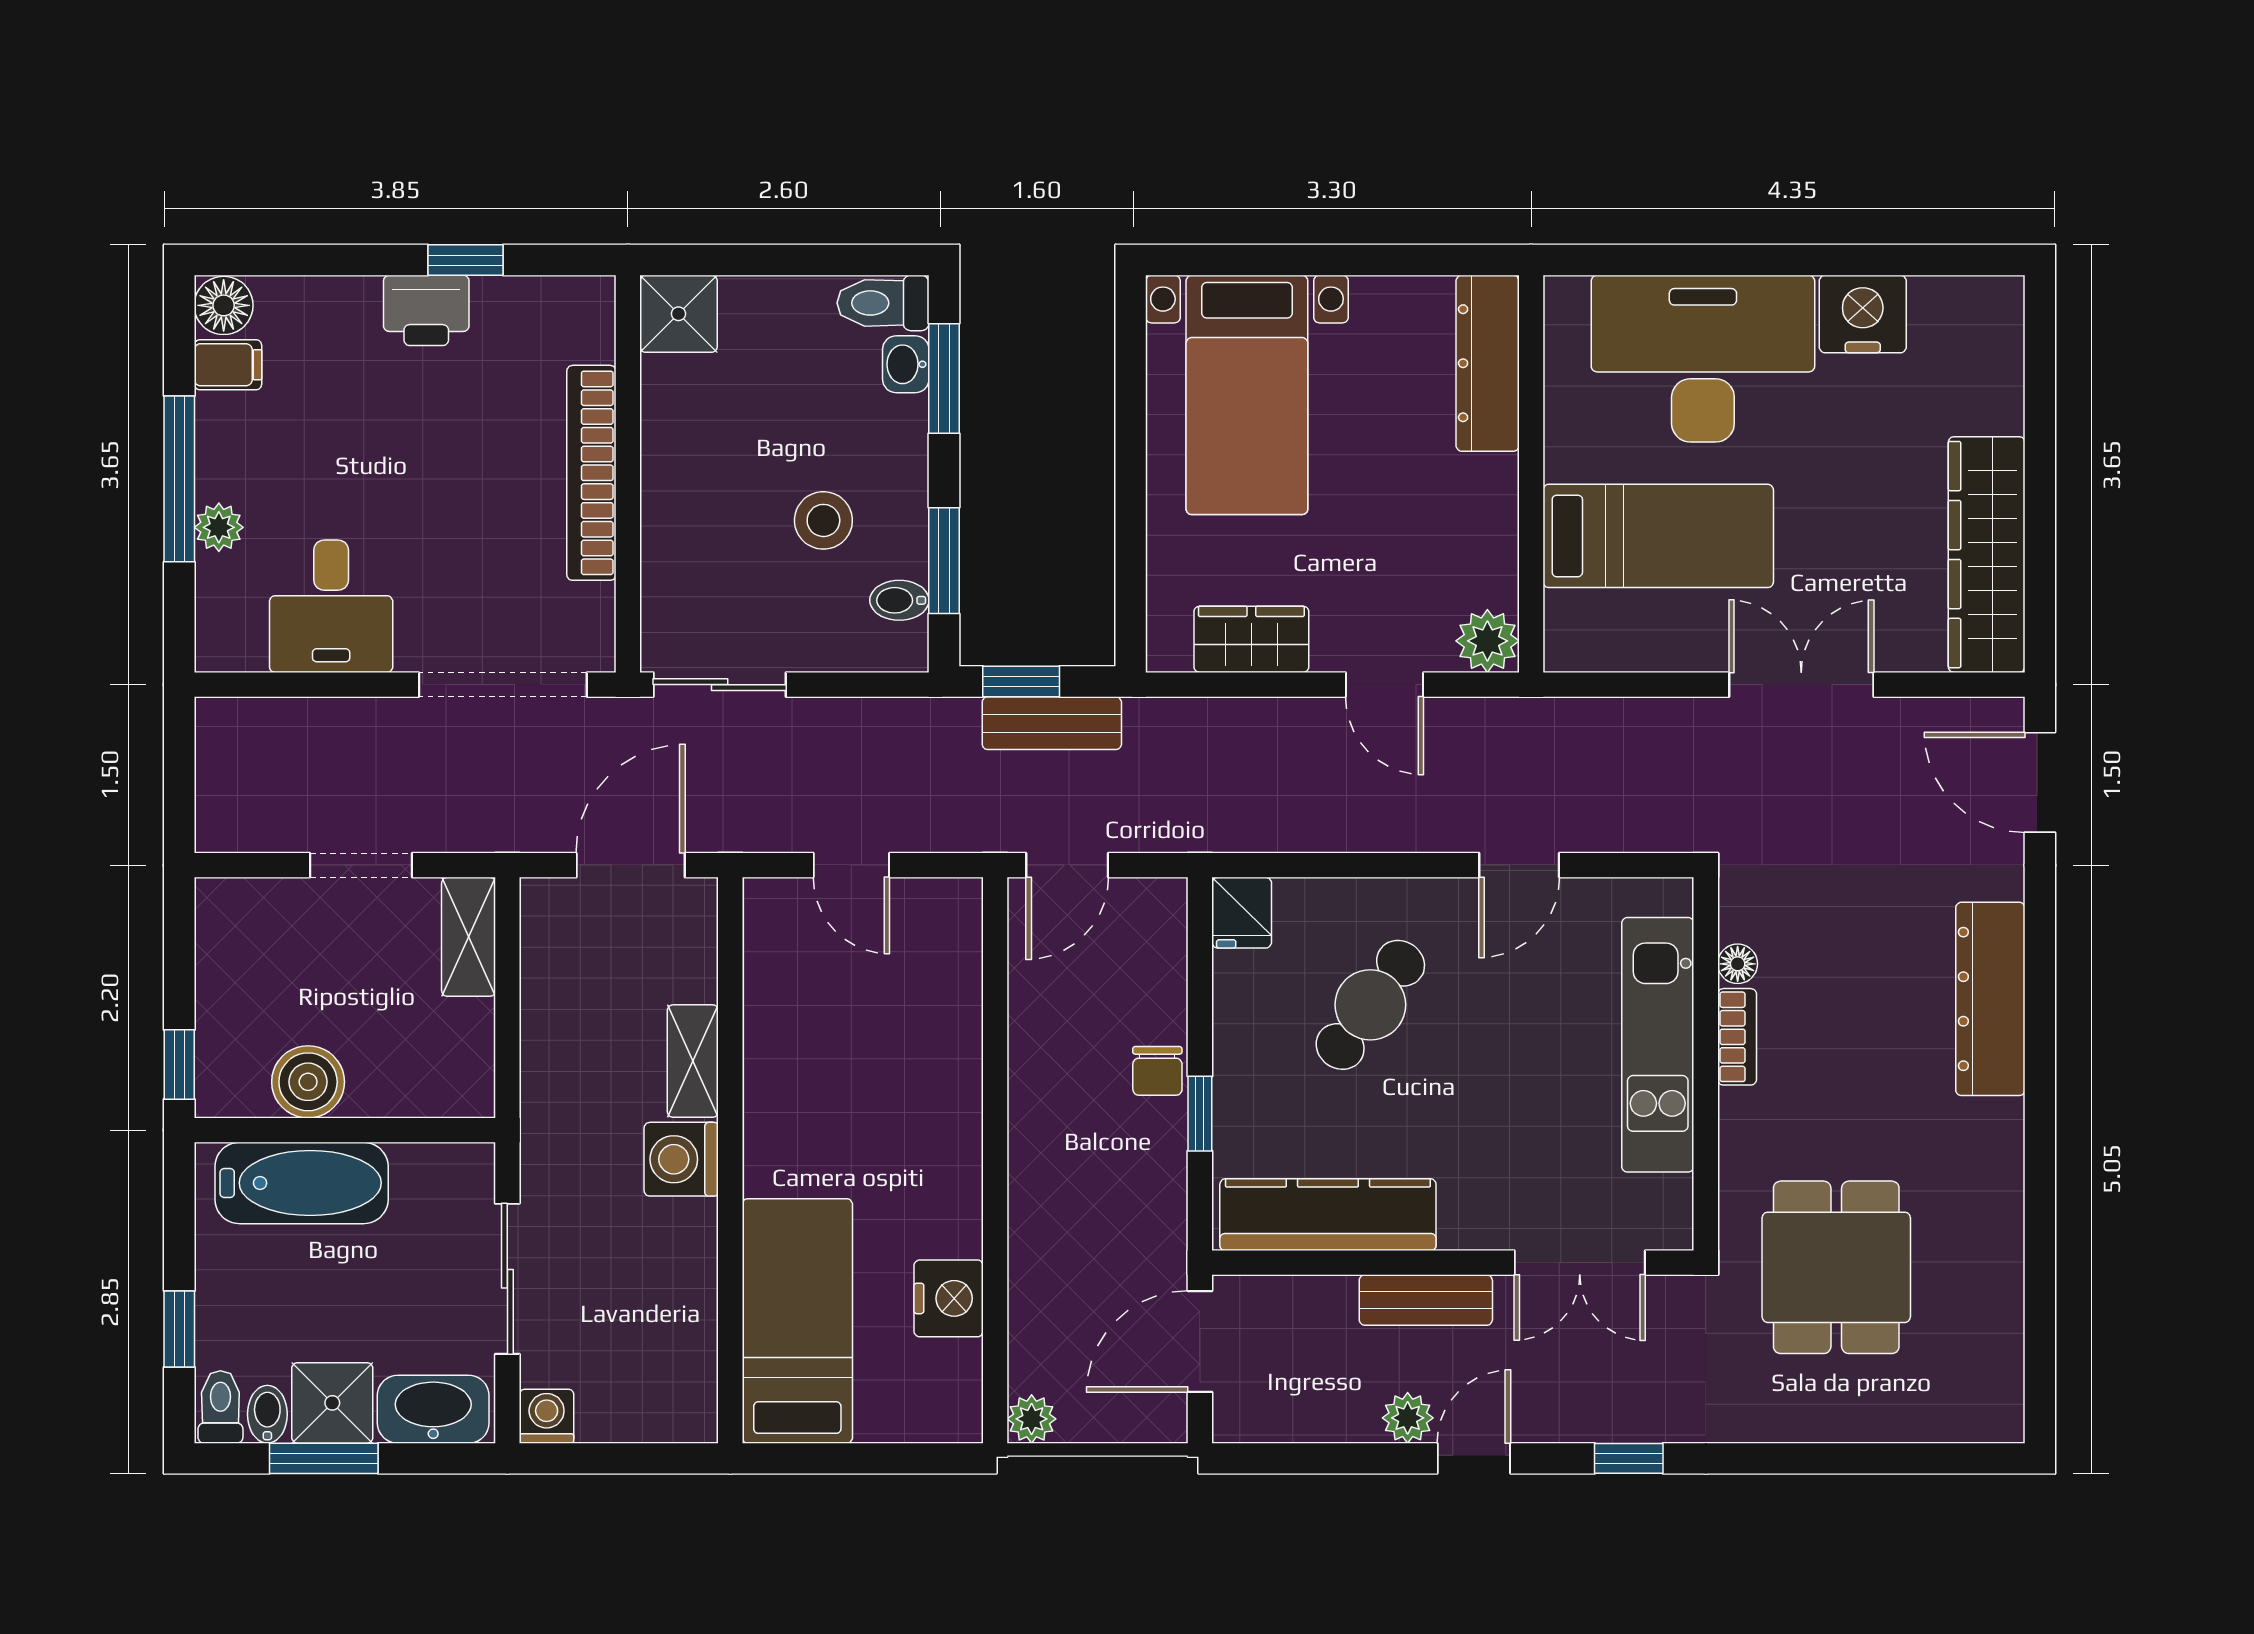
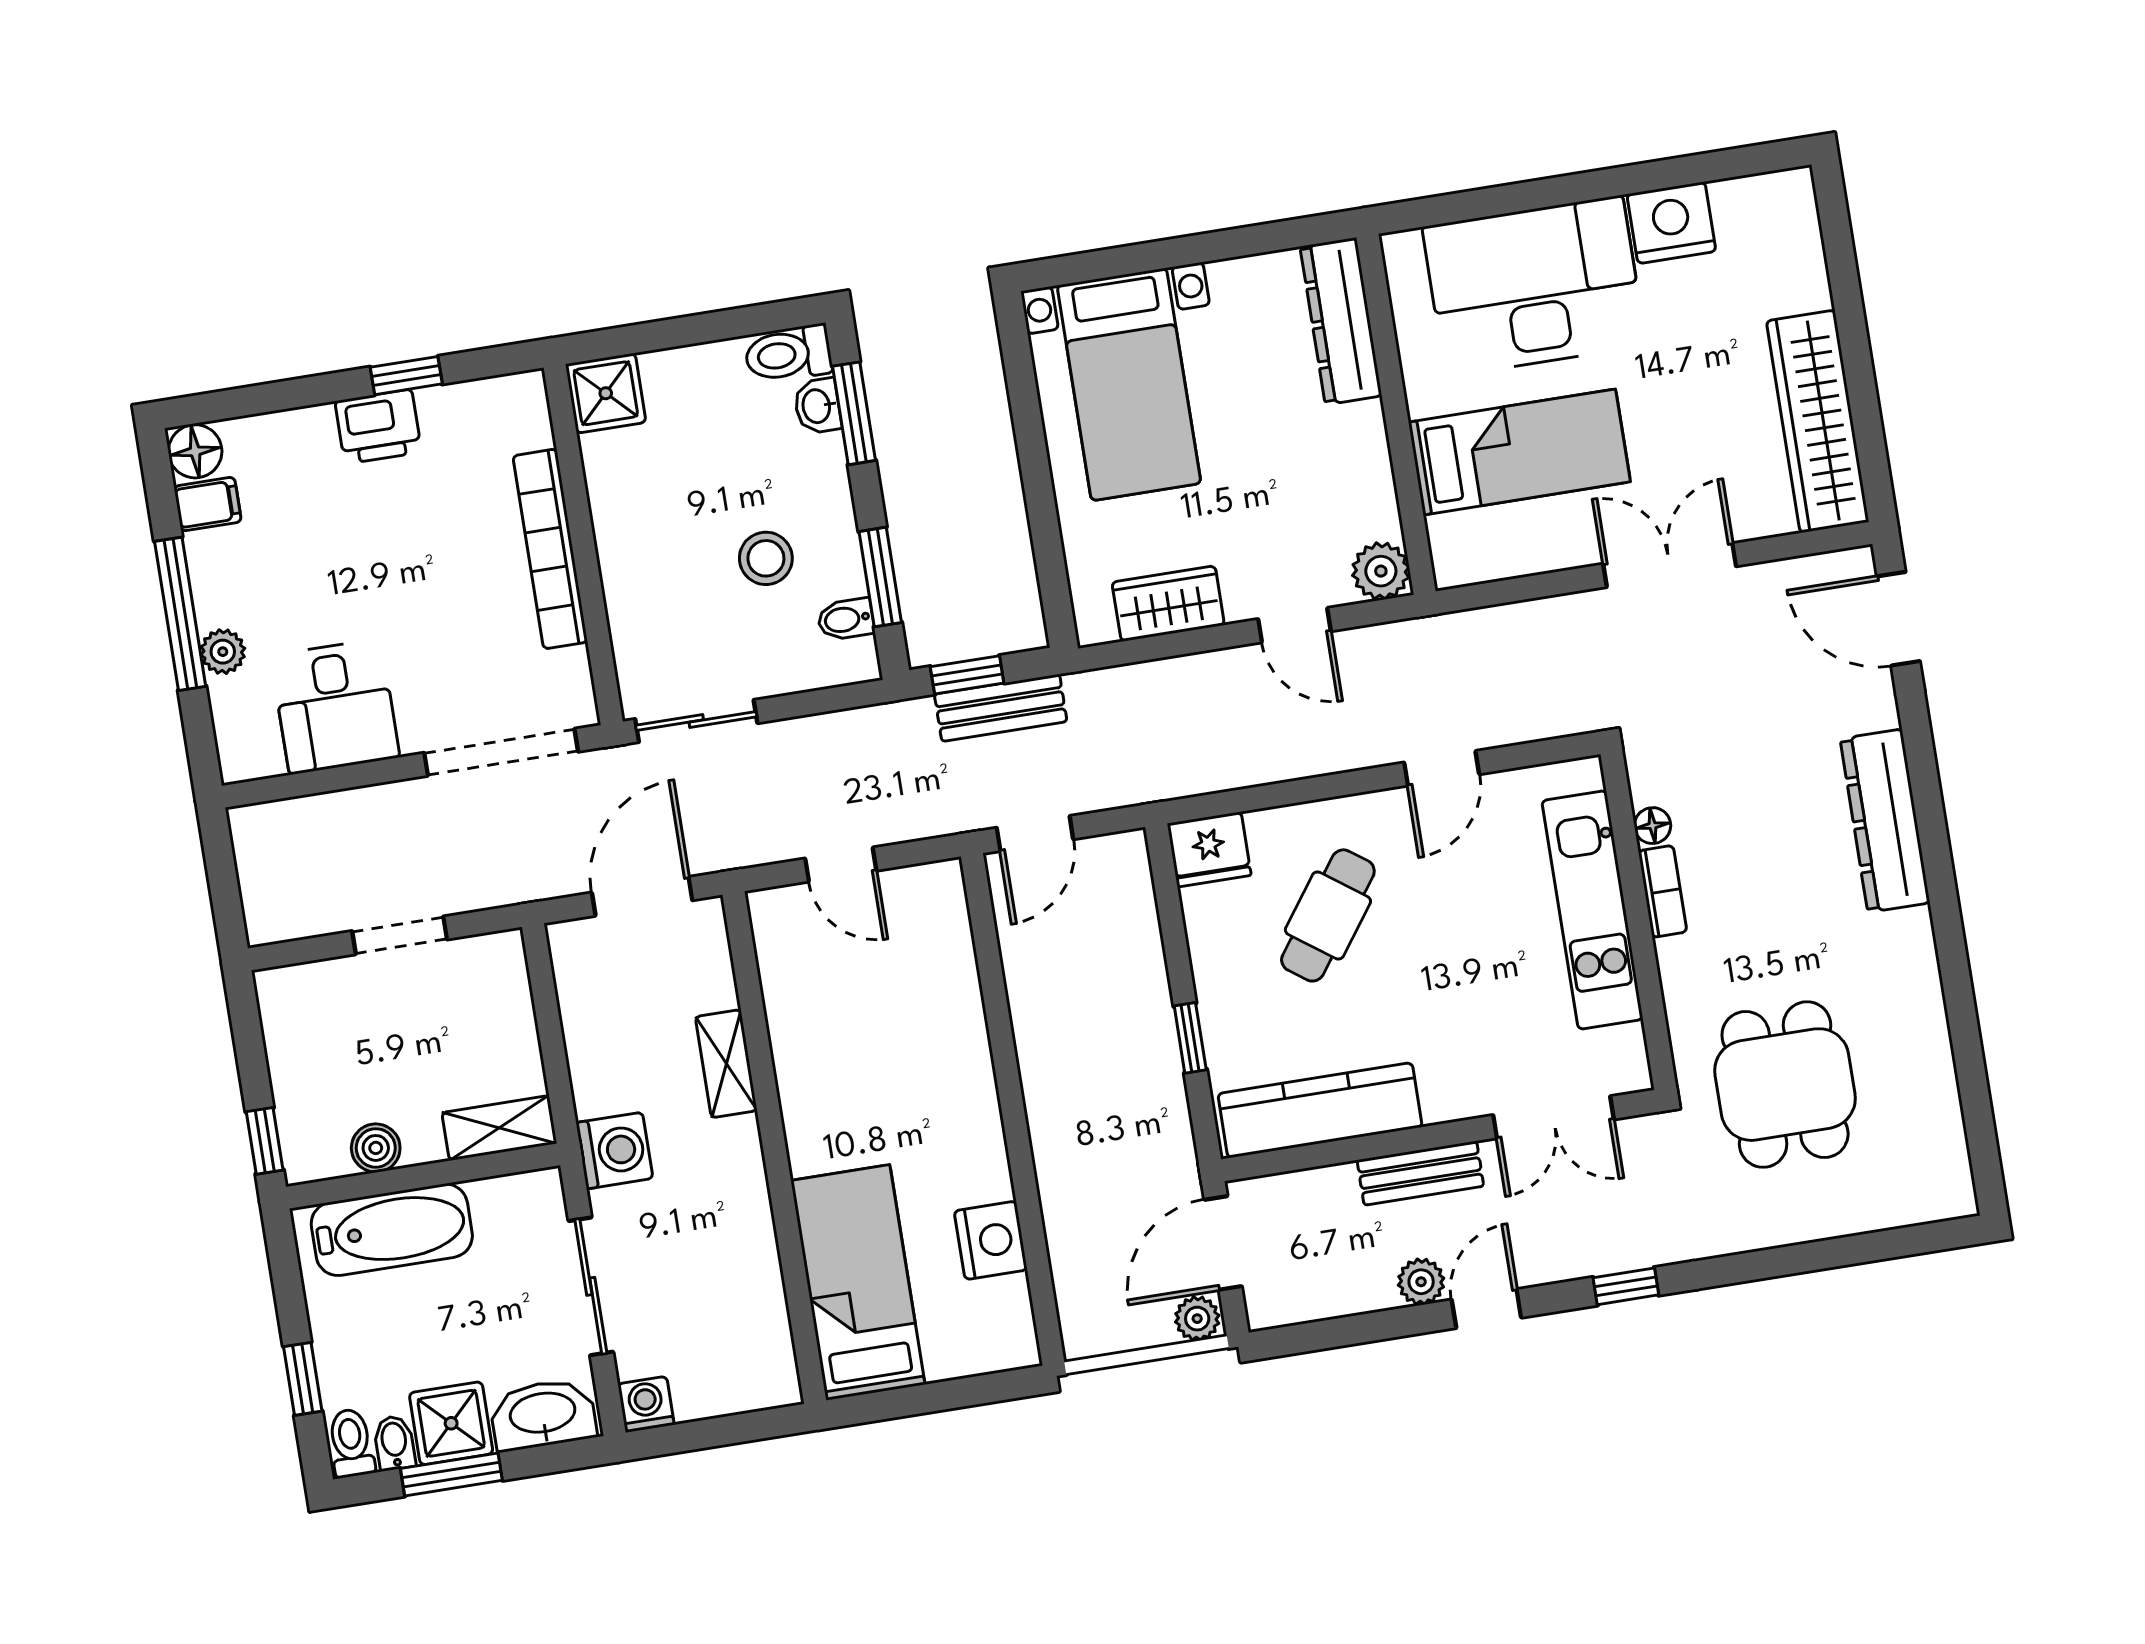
fridge: (1242, 913) -> (1209, 849), width x1.38
shelving: (469, 937) -> (499, 1128), moved, turned 90
chair: (1157, 1071) -> (1146, 1006), removed
boiler: (308, 1082) -> (376, 1148), width x0.73, depth x0.73
washing machine: (681, 1159) -> (614, 1151), moved, turned 180
plant: (1032, 1419) -> (1197, 1319), moved

